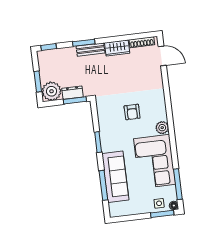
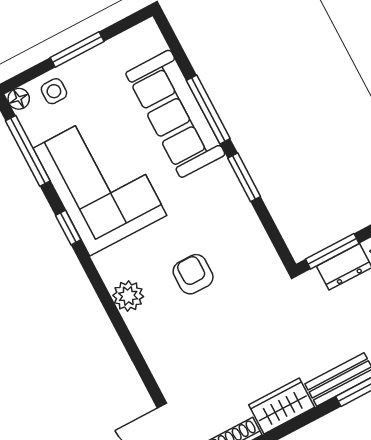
plant: (162, 128) -> (128, 296), moved
window: (174, 148) -> (68, 228), added
window: (103, 185) -> (208, 110), moved
window: (162, 214) -> (77, 50), moved

